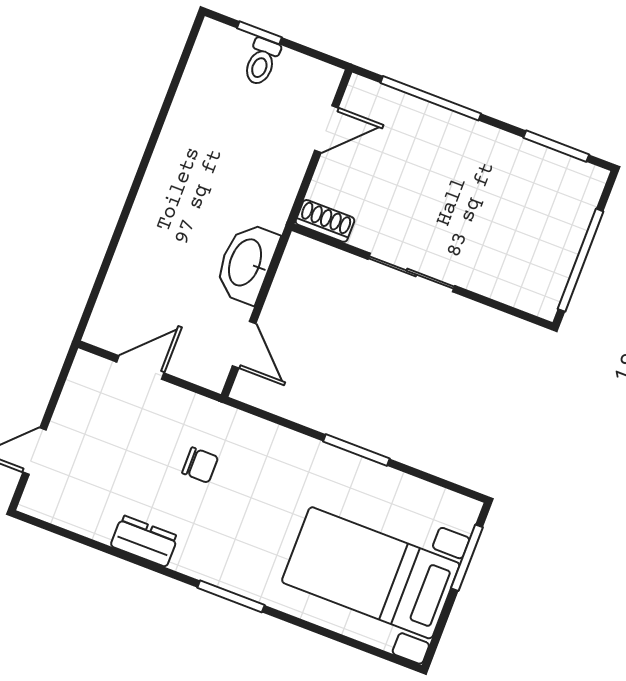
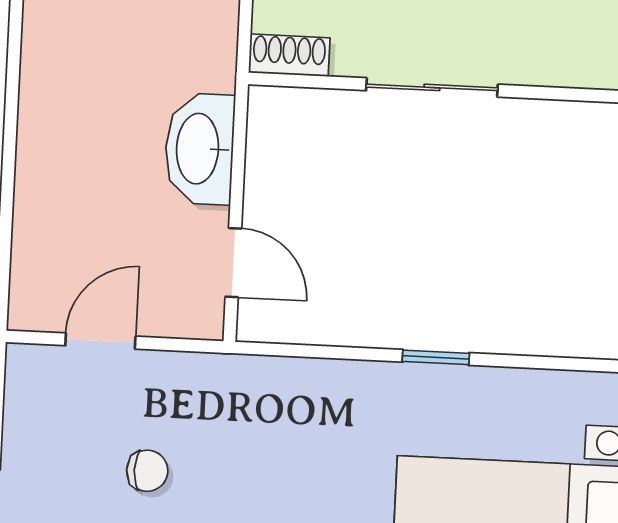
window: (356, 450) -> (436, 357), width x0.67
chair: (200, 465) -> (147, 471), moved

